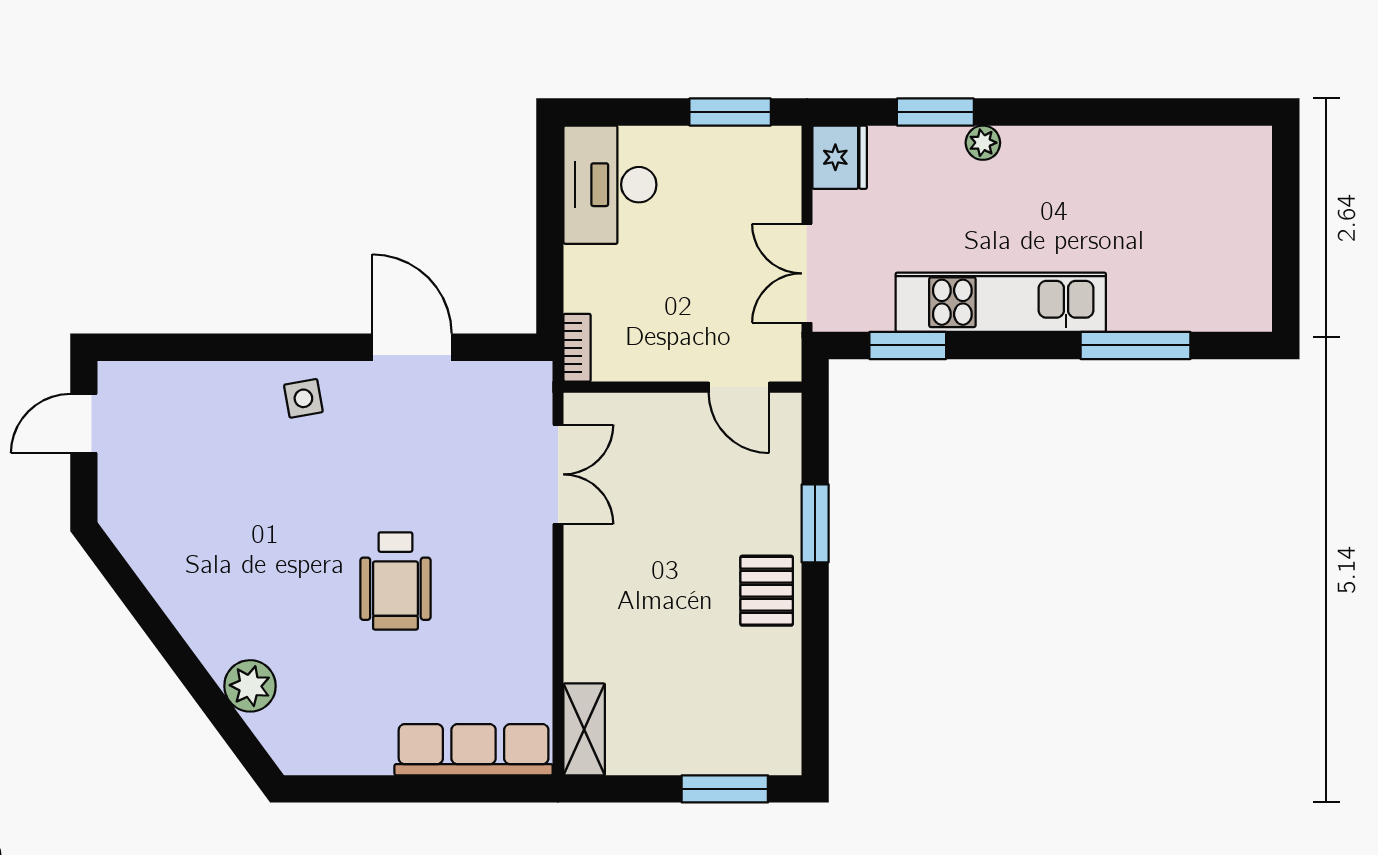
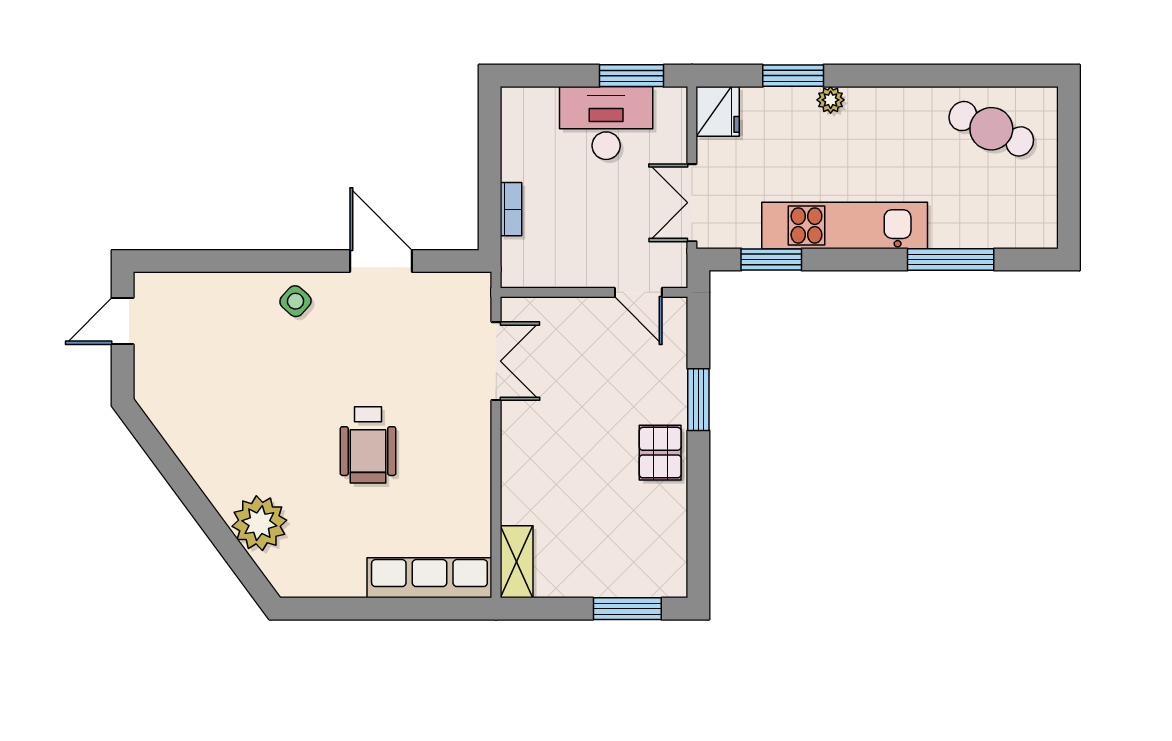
cafe table: (1187, 179) -> (991, 129), added
desk: (610, 185) -> (606, 123), moved, turned 90
bookcase: (577, 348) -> (511, 209), moved
side table: (303, 398) -> (295, 301), turned -38
plant: (250, 686) -> (259, 523), width x1.36, depth x1.36

